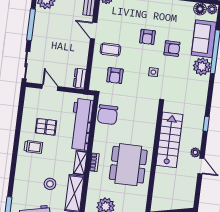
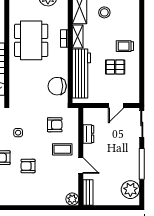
armchair: (147, 37) -> (28, 166), turned -90
armchair: (115, 76) -> (55, 125), turned 90
dresser: (80, 78) -> (88, 134), moved
door: (50, 87) -> (116, 105), hinge flipped
chair: (108, 115) -> (57, 86), turned -90

